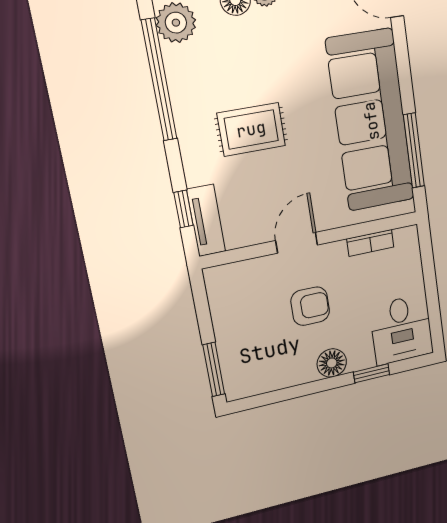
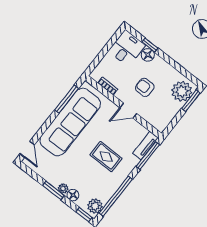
window: (184, 209) -> (148, 156), width x2.17
floor lamp: (332, 363) -> (148, 55), moved
plant: (245, 366) -> (182, 91), added

